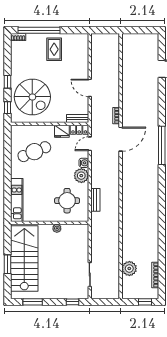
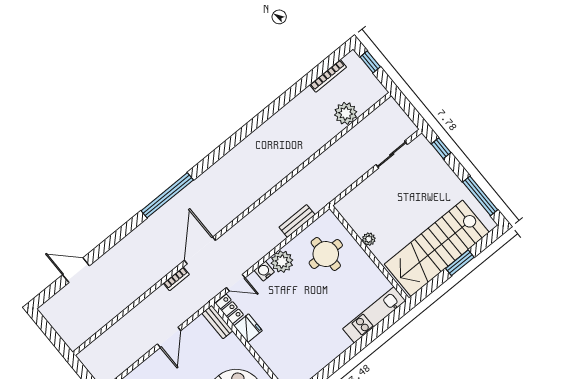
door: (121, 139) -> (200, 250), hinge flipped
cafe table: (34, 152) -> (299, 341), removed
window: (33, 302) -> (480, 196), width x1.44

